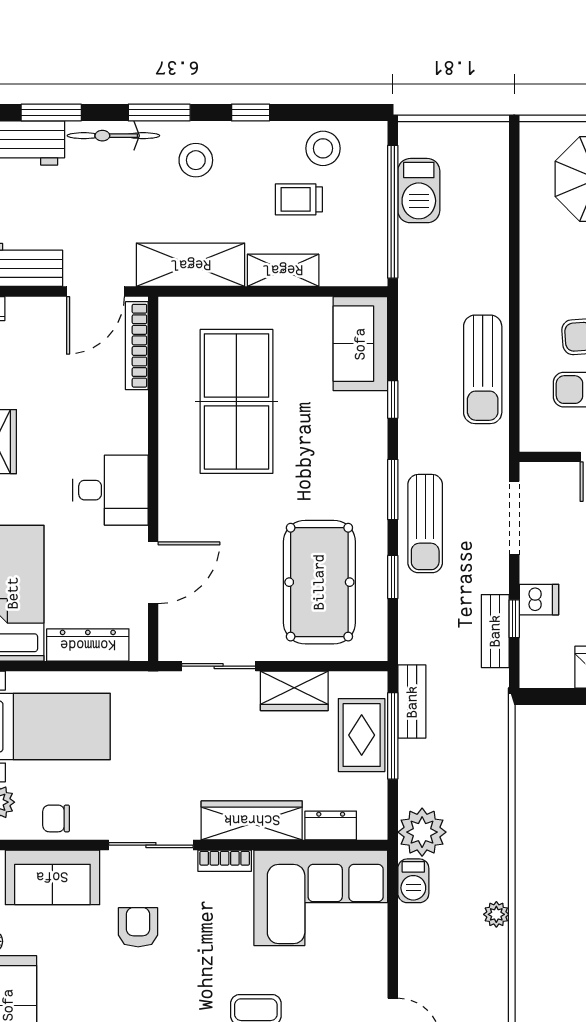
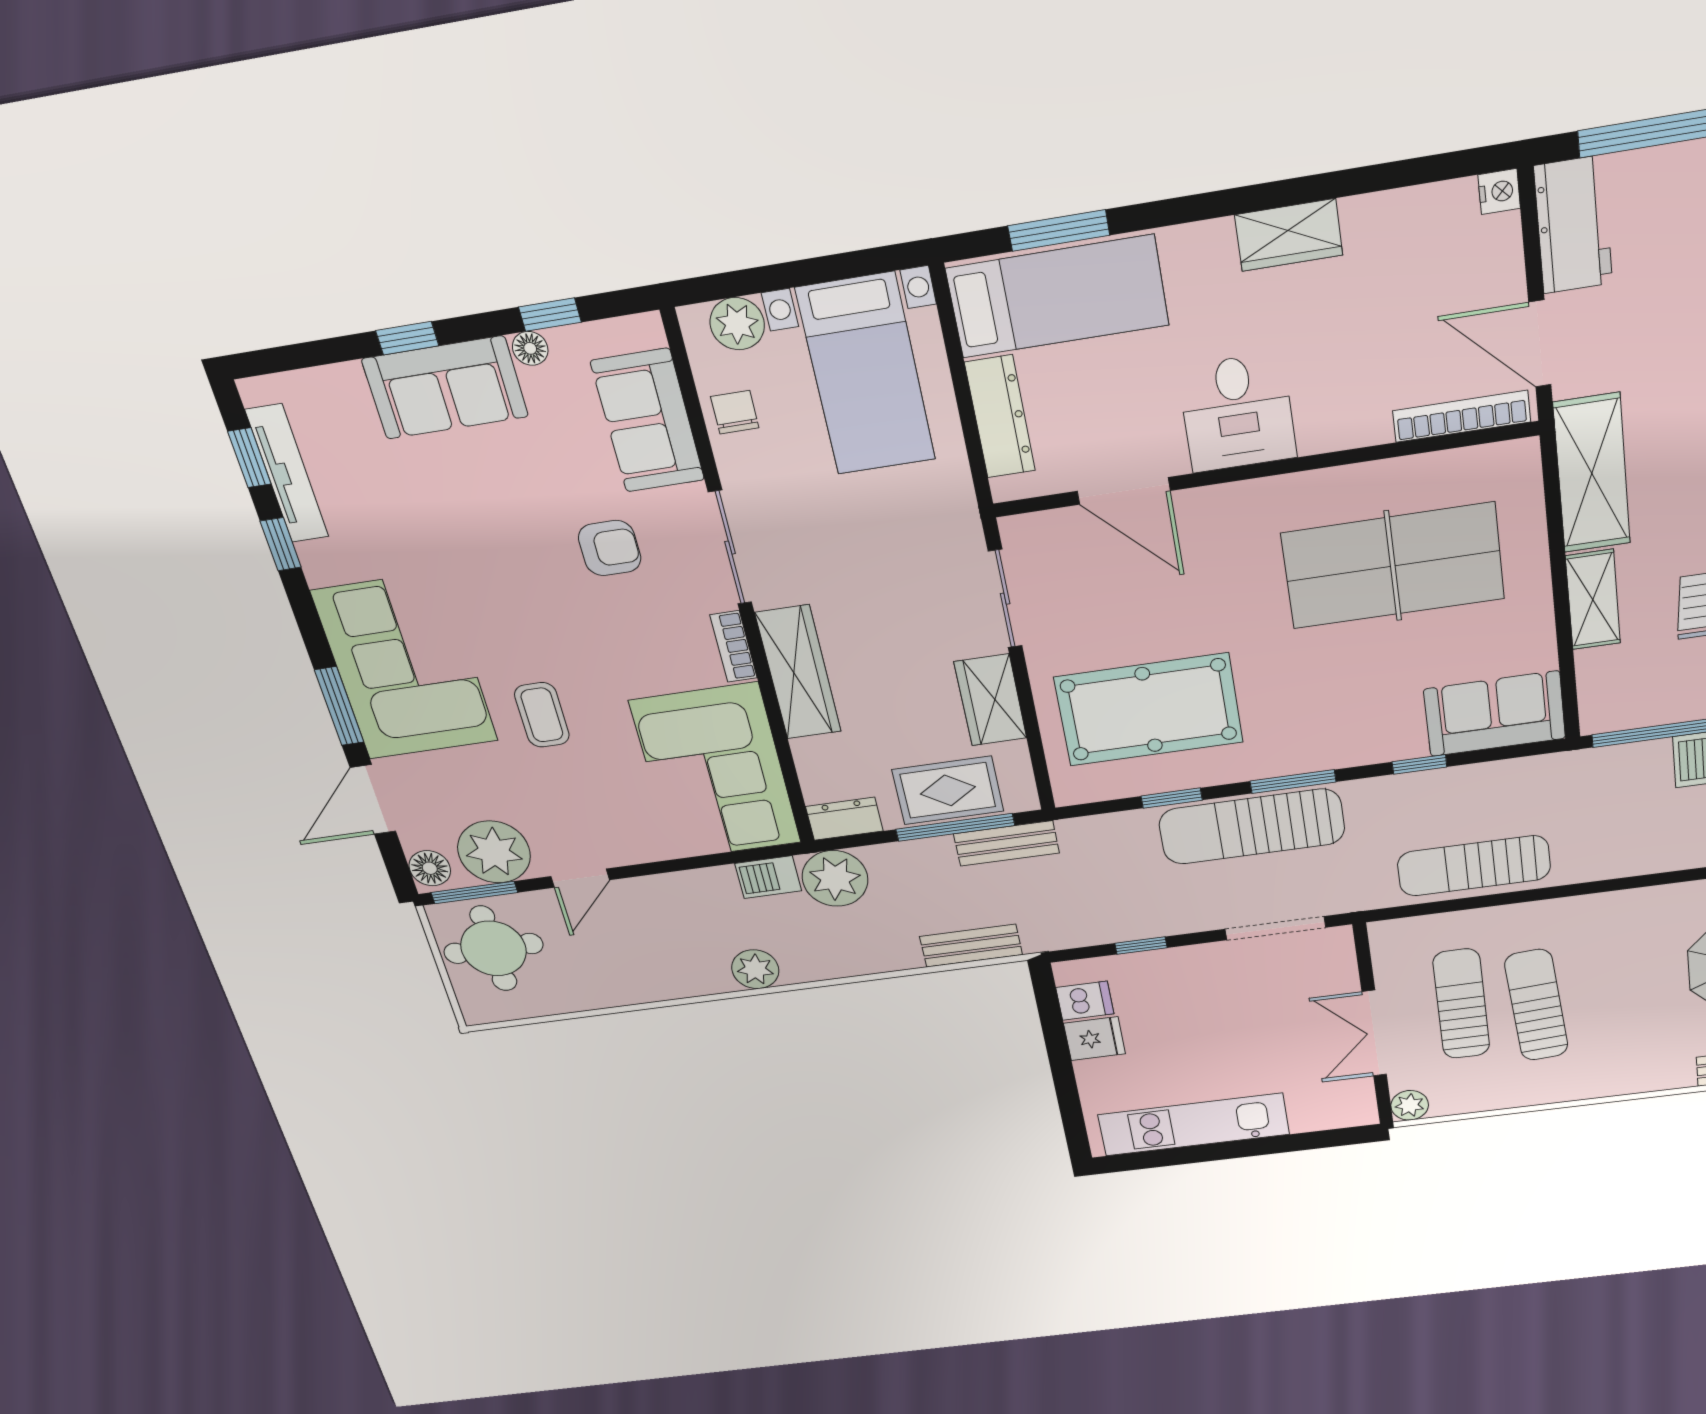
sun lounger: (425, 524) -> (1252, 827), width x1.36, depth x1.34
dishwasher: (539, 600) -> (1085, 1001), moved, turned -90
bench: (495, 631) -> (971, 946), moved
dresser: (331, 825) -> (844, 819), moved, turned -90
plant: (496, 914) -> (755, 969), width x1.38, depth x1.38

